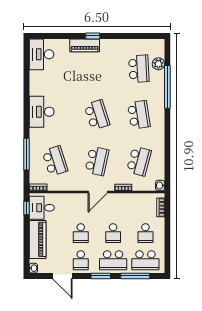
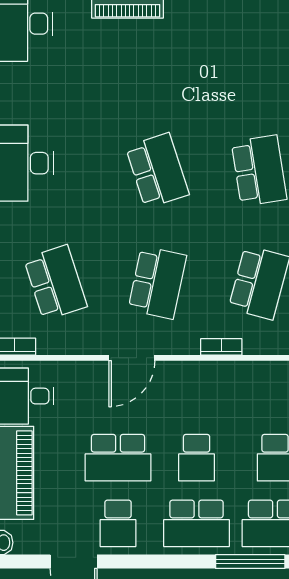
school desk: (139, 69) -> (259, 59), removed
door: (98, 192) -> (132, 358), moved
school desk: (81, 233) -> (118, 458), width x1.85
window: (101, 276) -> (167, 562), removed

